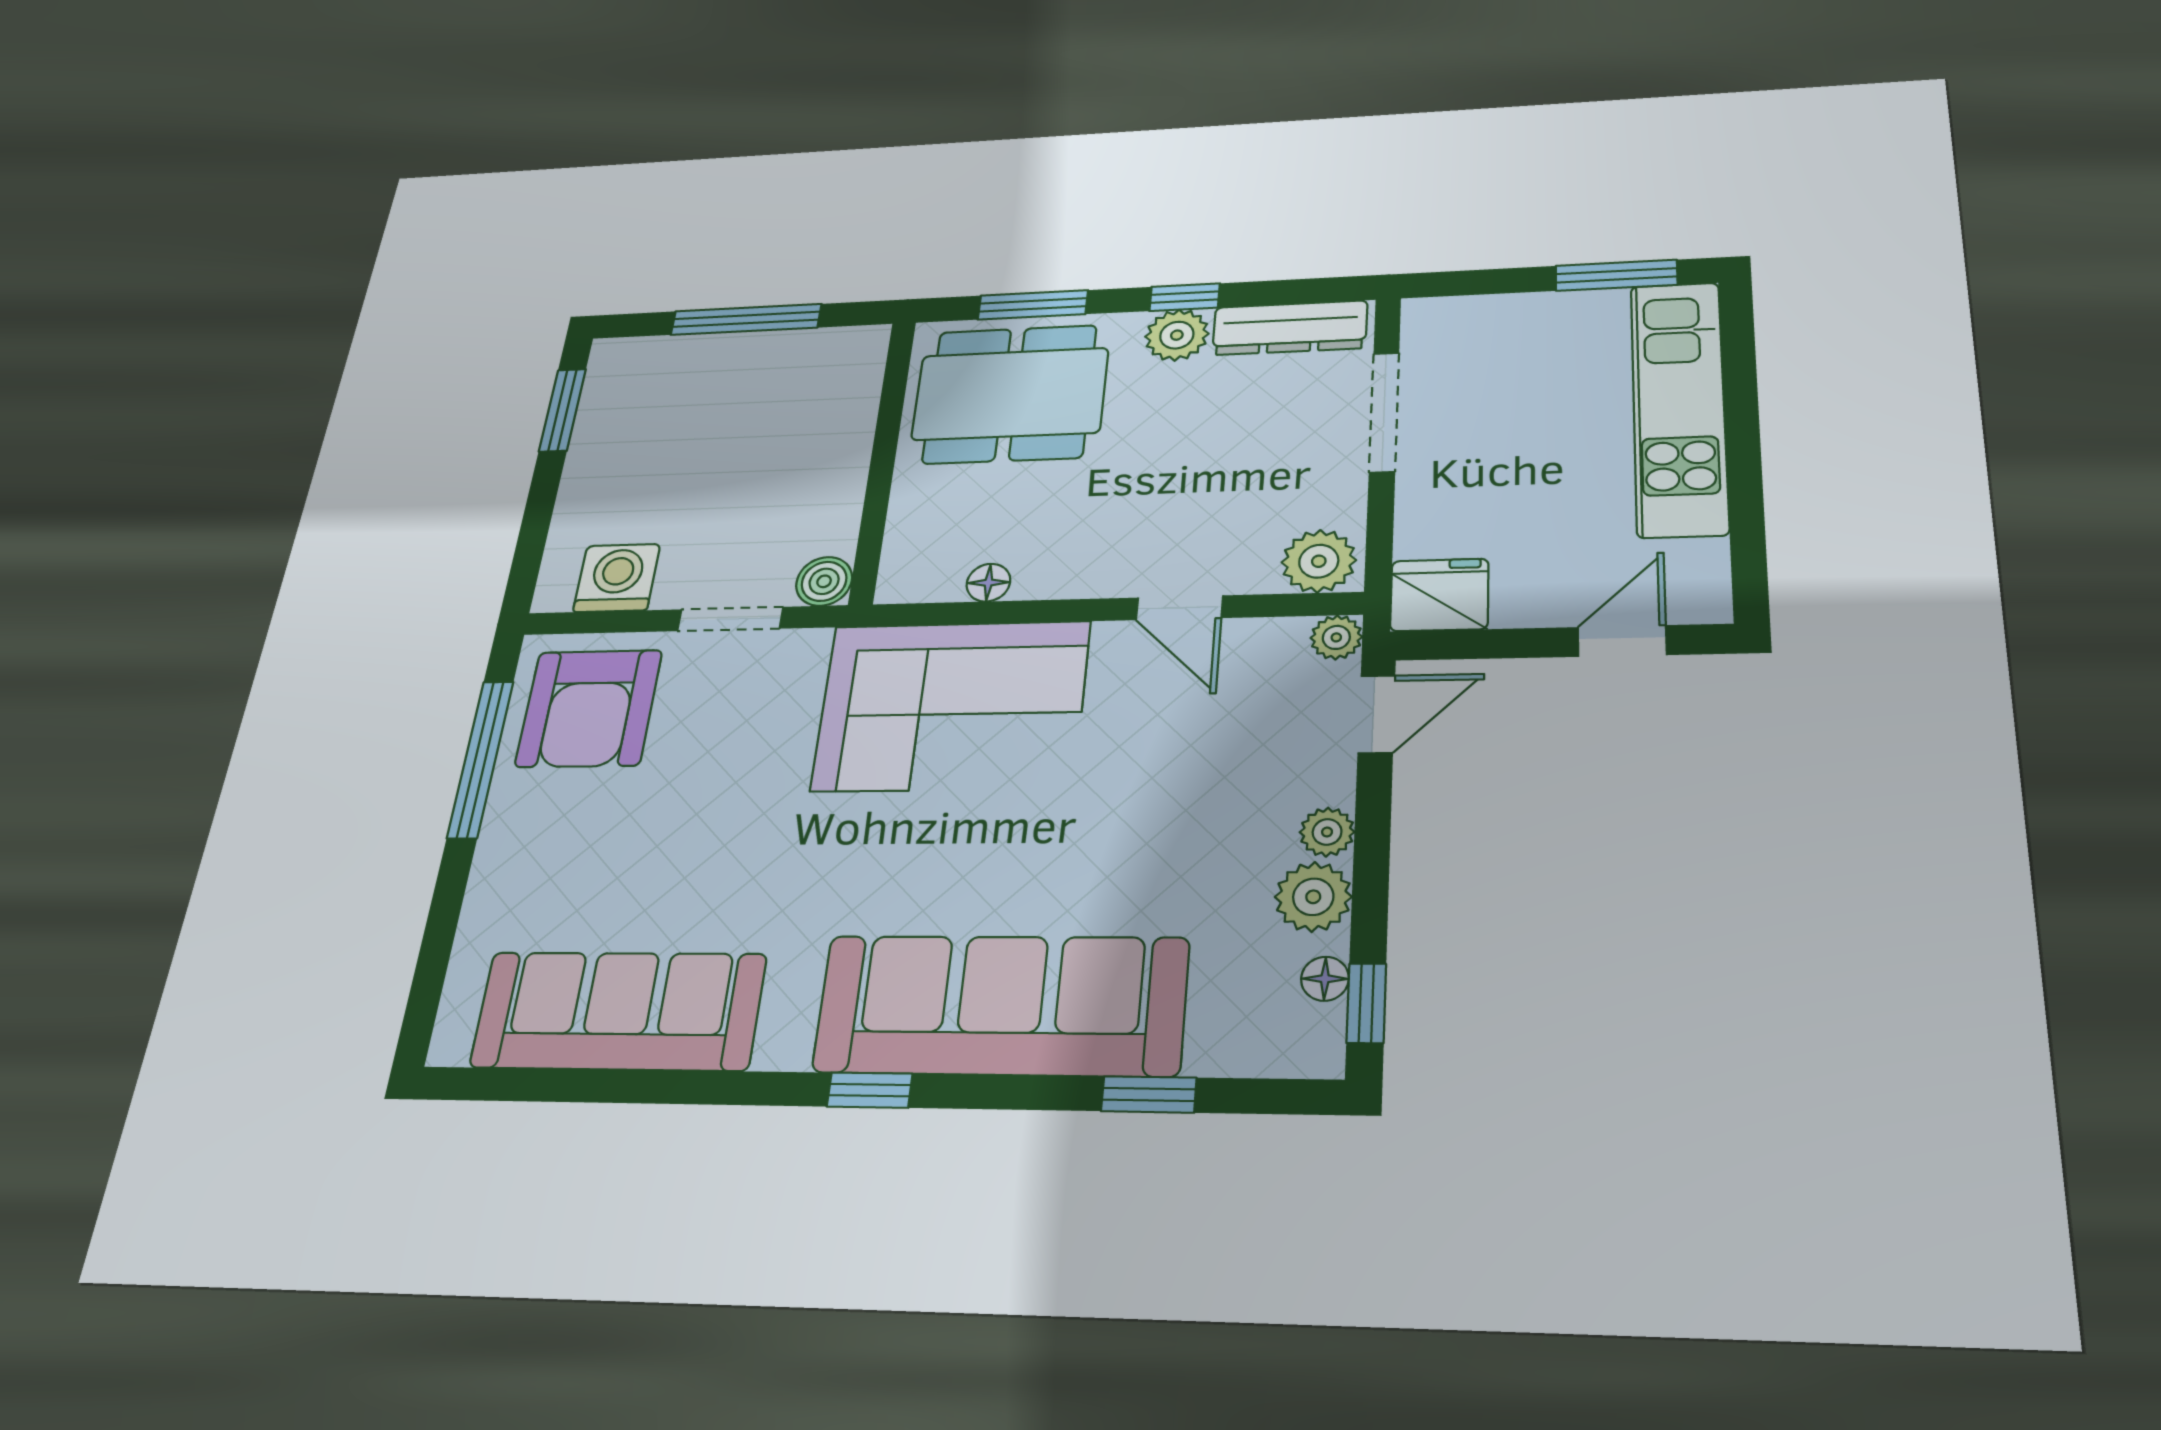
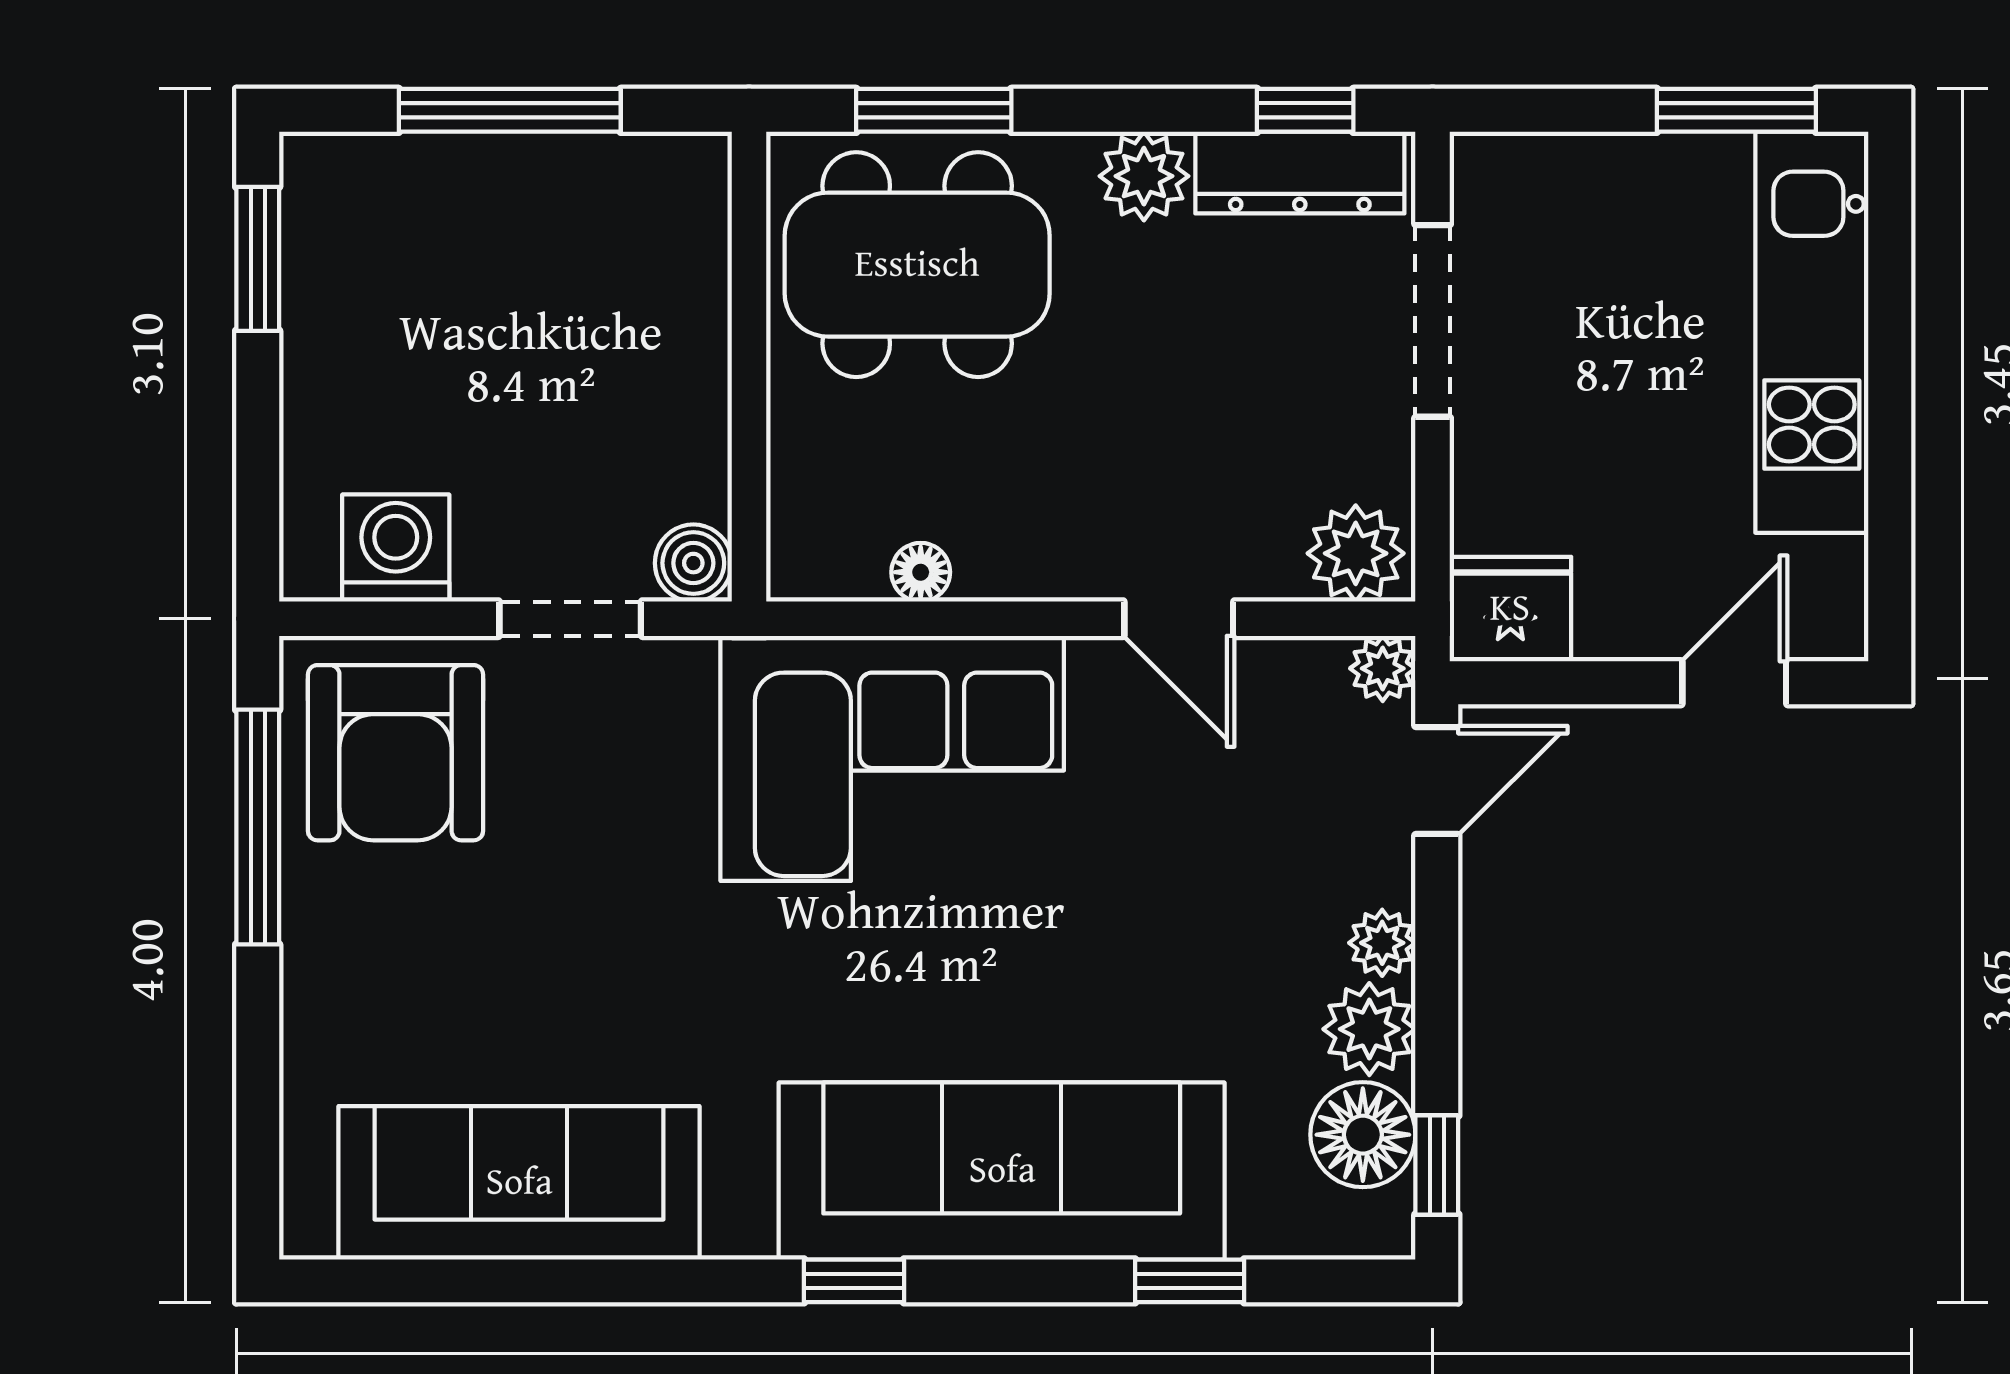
window: (1185, 297) -> (1305, 110), moved
floor lamp: (1325, 979) -> (1363, 1135), width x1.89, depth x1.89

